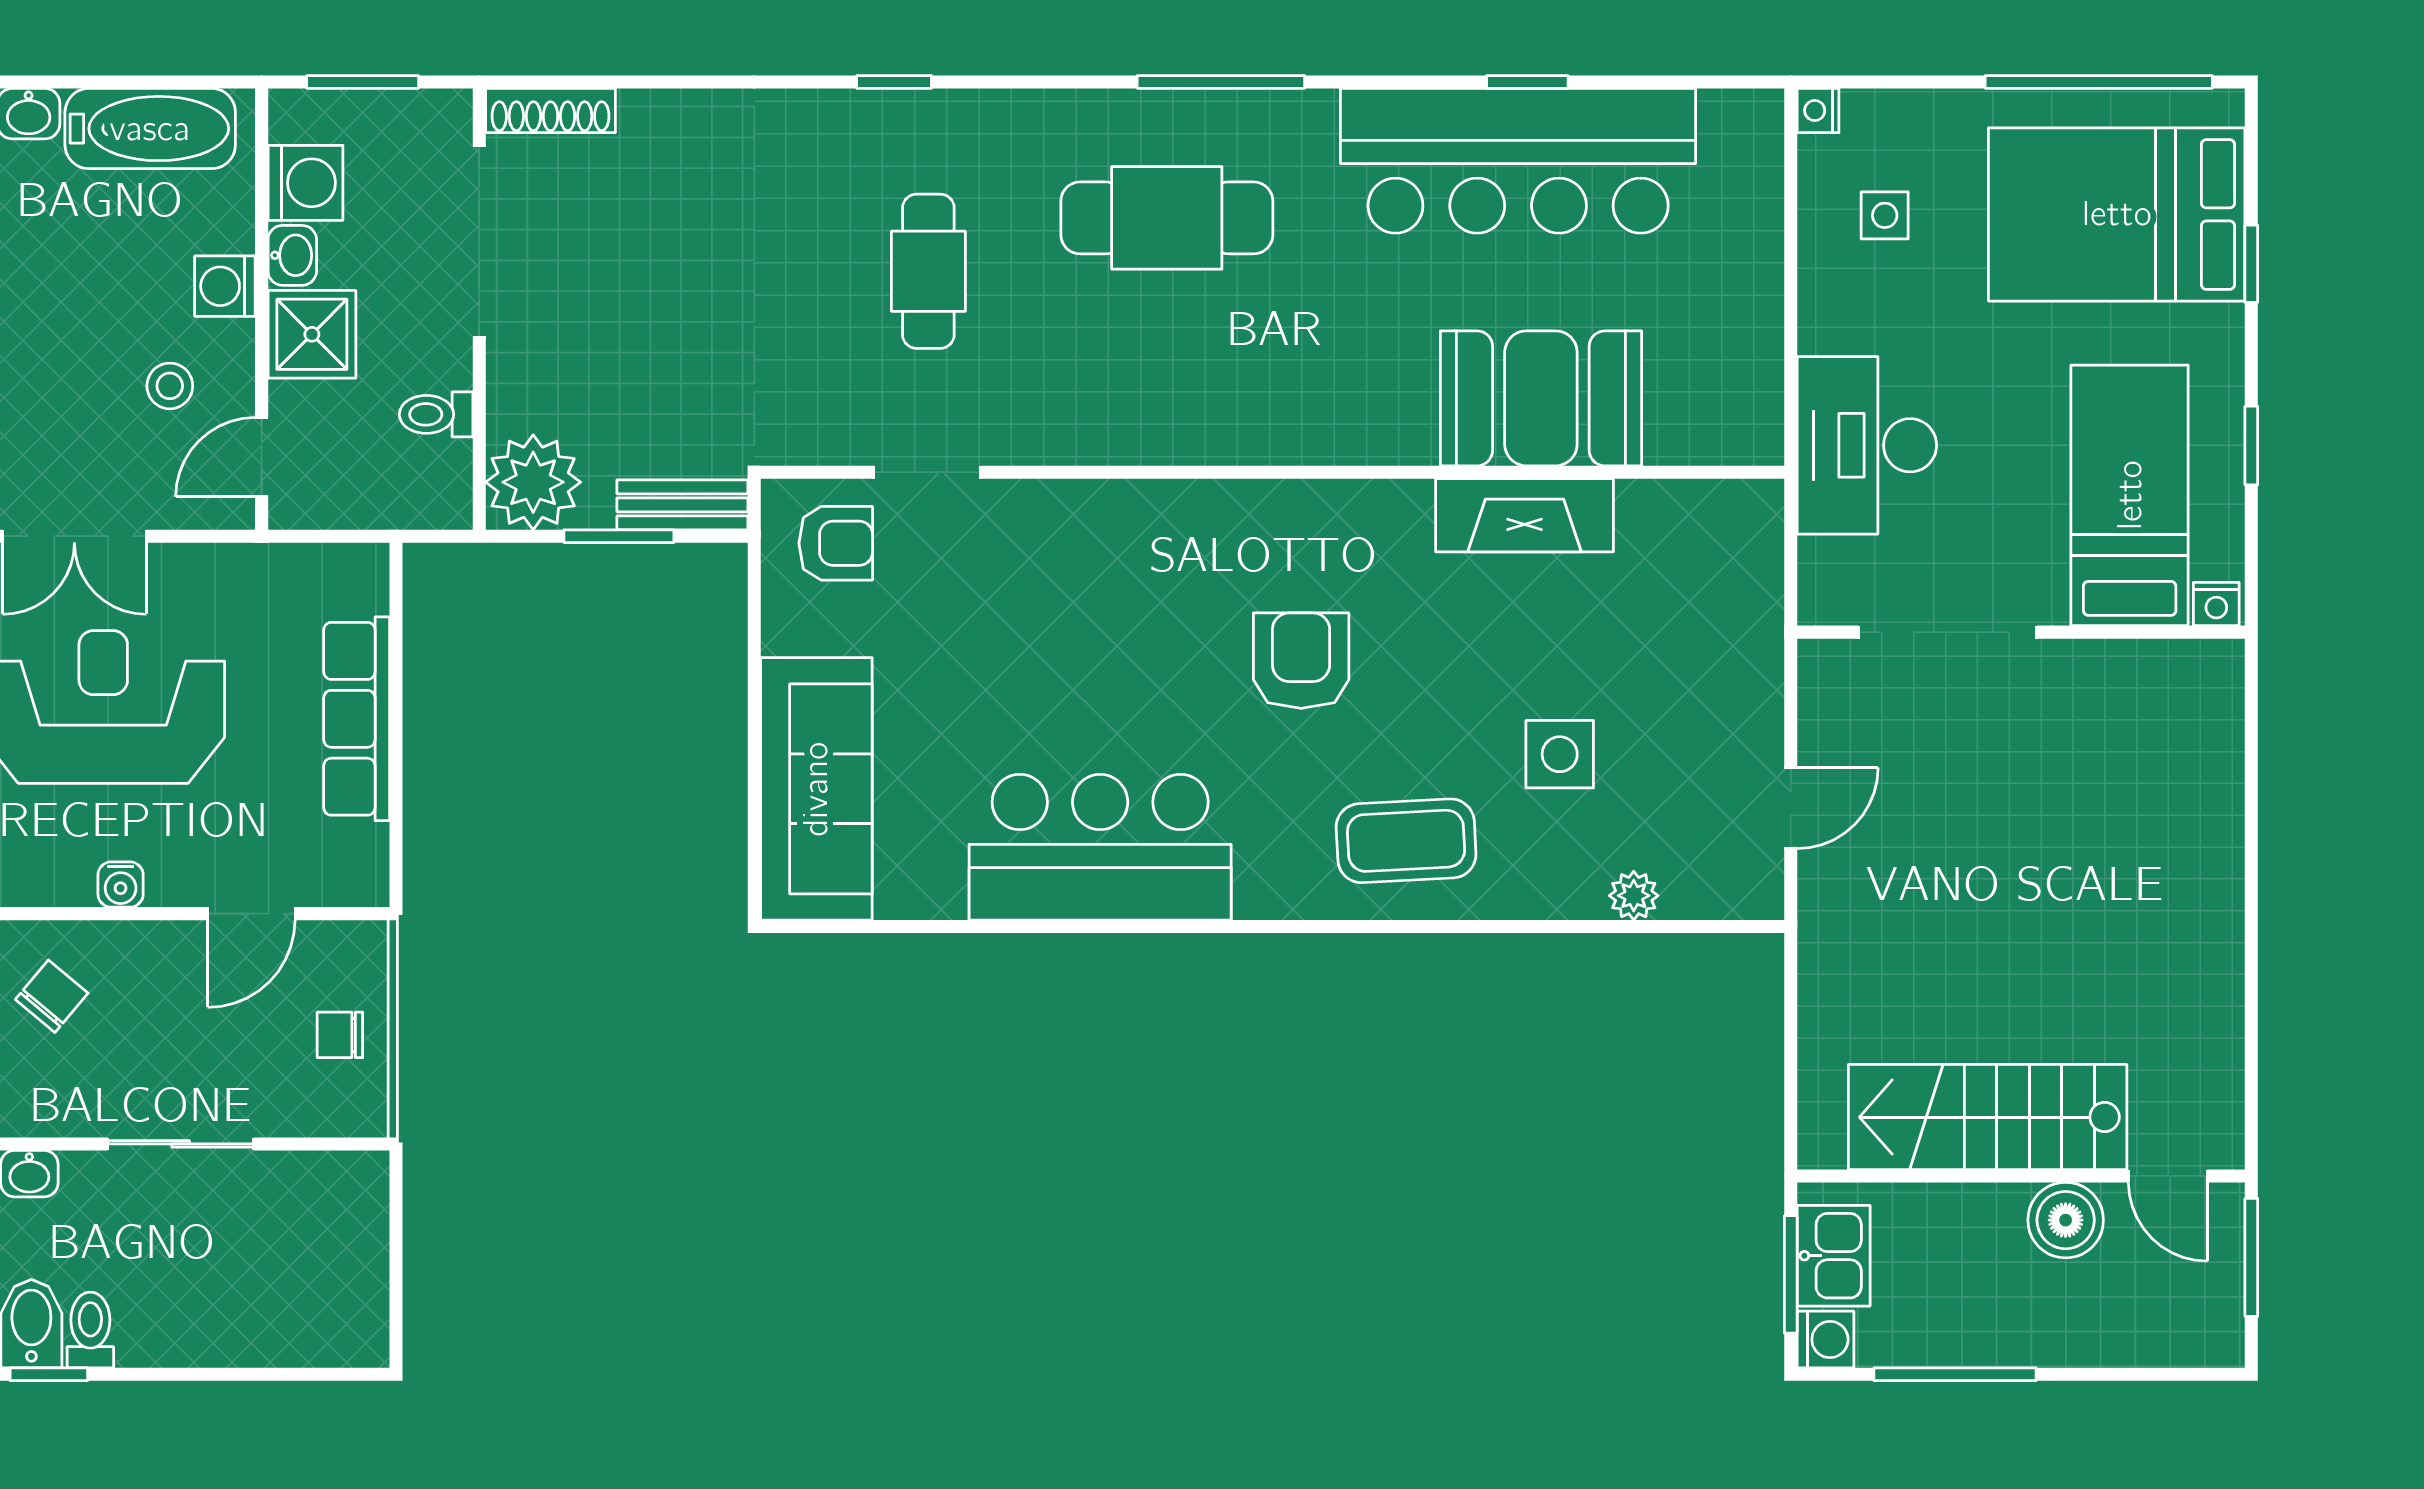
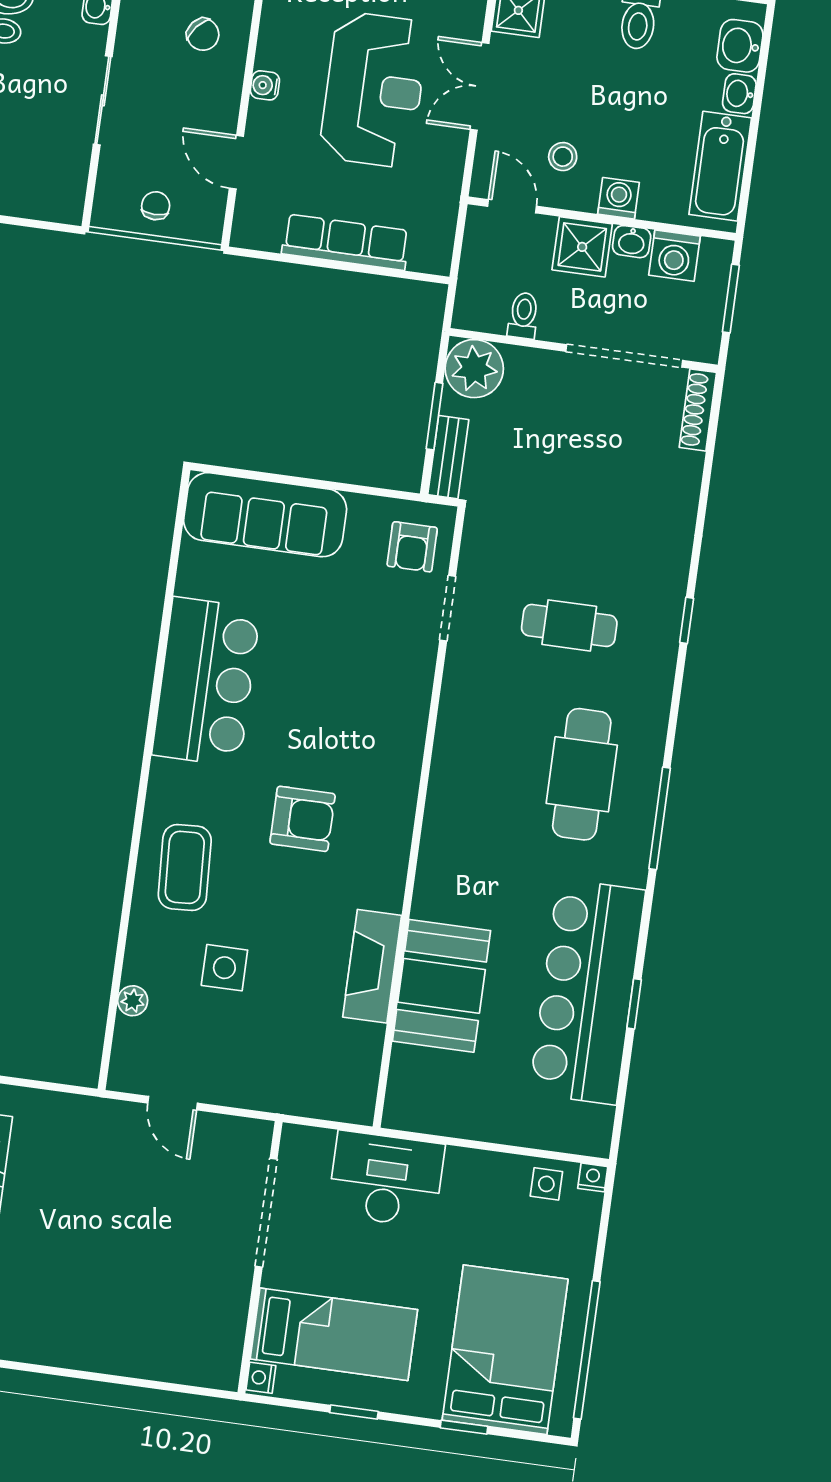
side table: (1885, 215) -> (546, 1184), moved

